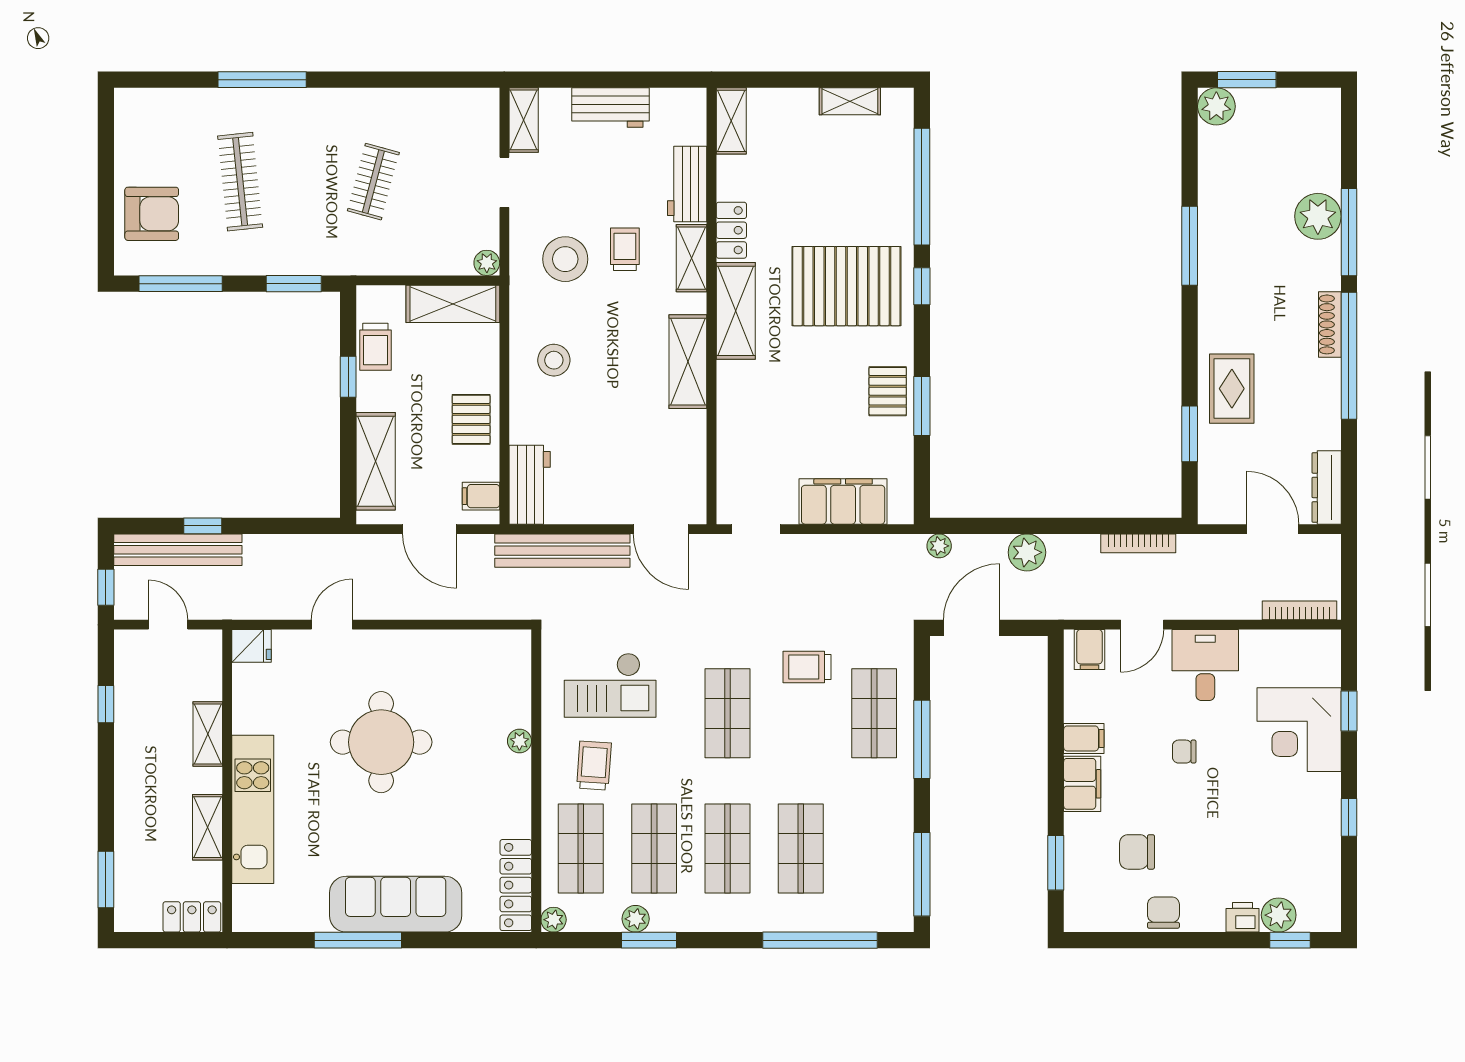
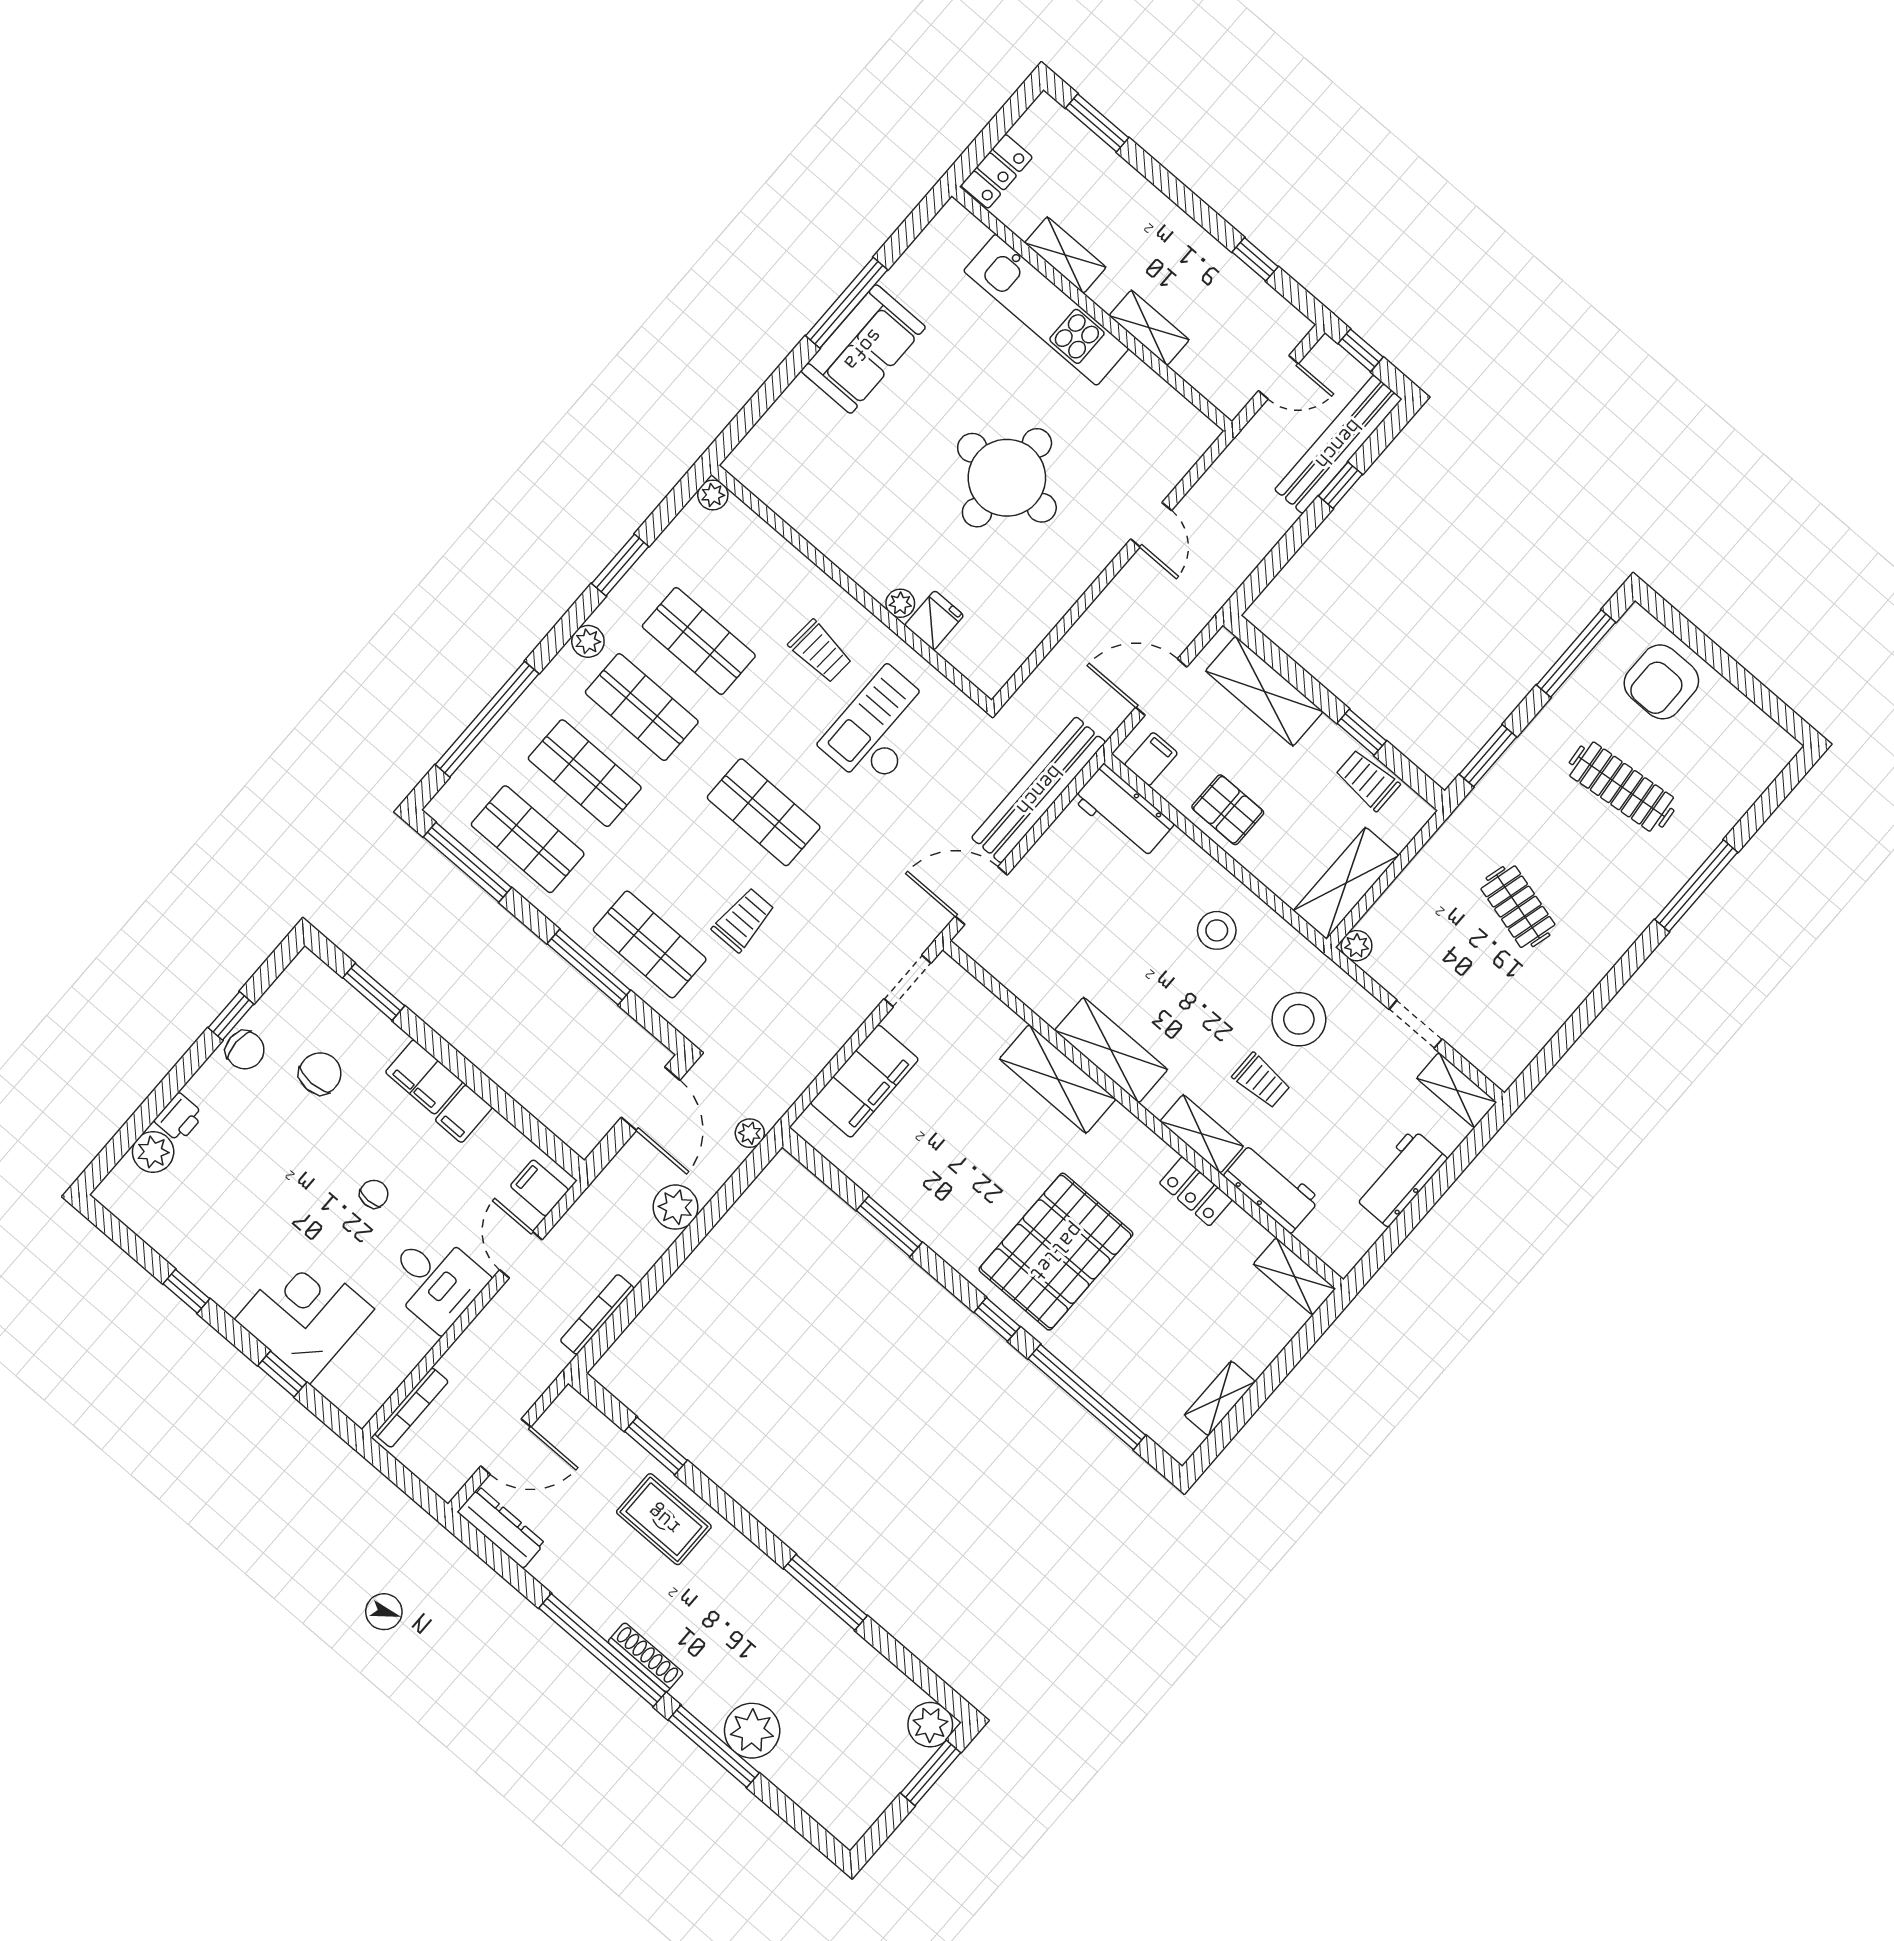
shelving: (736, 311) -> (1058, 1079), moved
pallet: (888, 391) -> (929, 1207), removed
fridge: (251, 646) -> (934, 620), moved, turned 180
shop shelf: (581, 849) -> (528, 839), moved
locker: (516, 885) -> (773, 488), removed
sofa: (396, 904) -> (863, 349), width x0.73
plant: (636, 919) -> (588, 641), moved
window: (1290, 940) -> (231, 1016), moved

